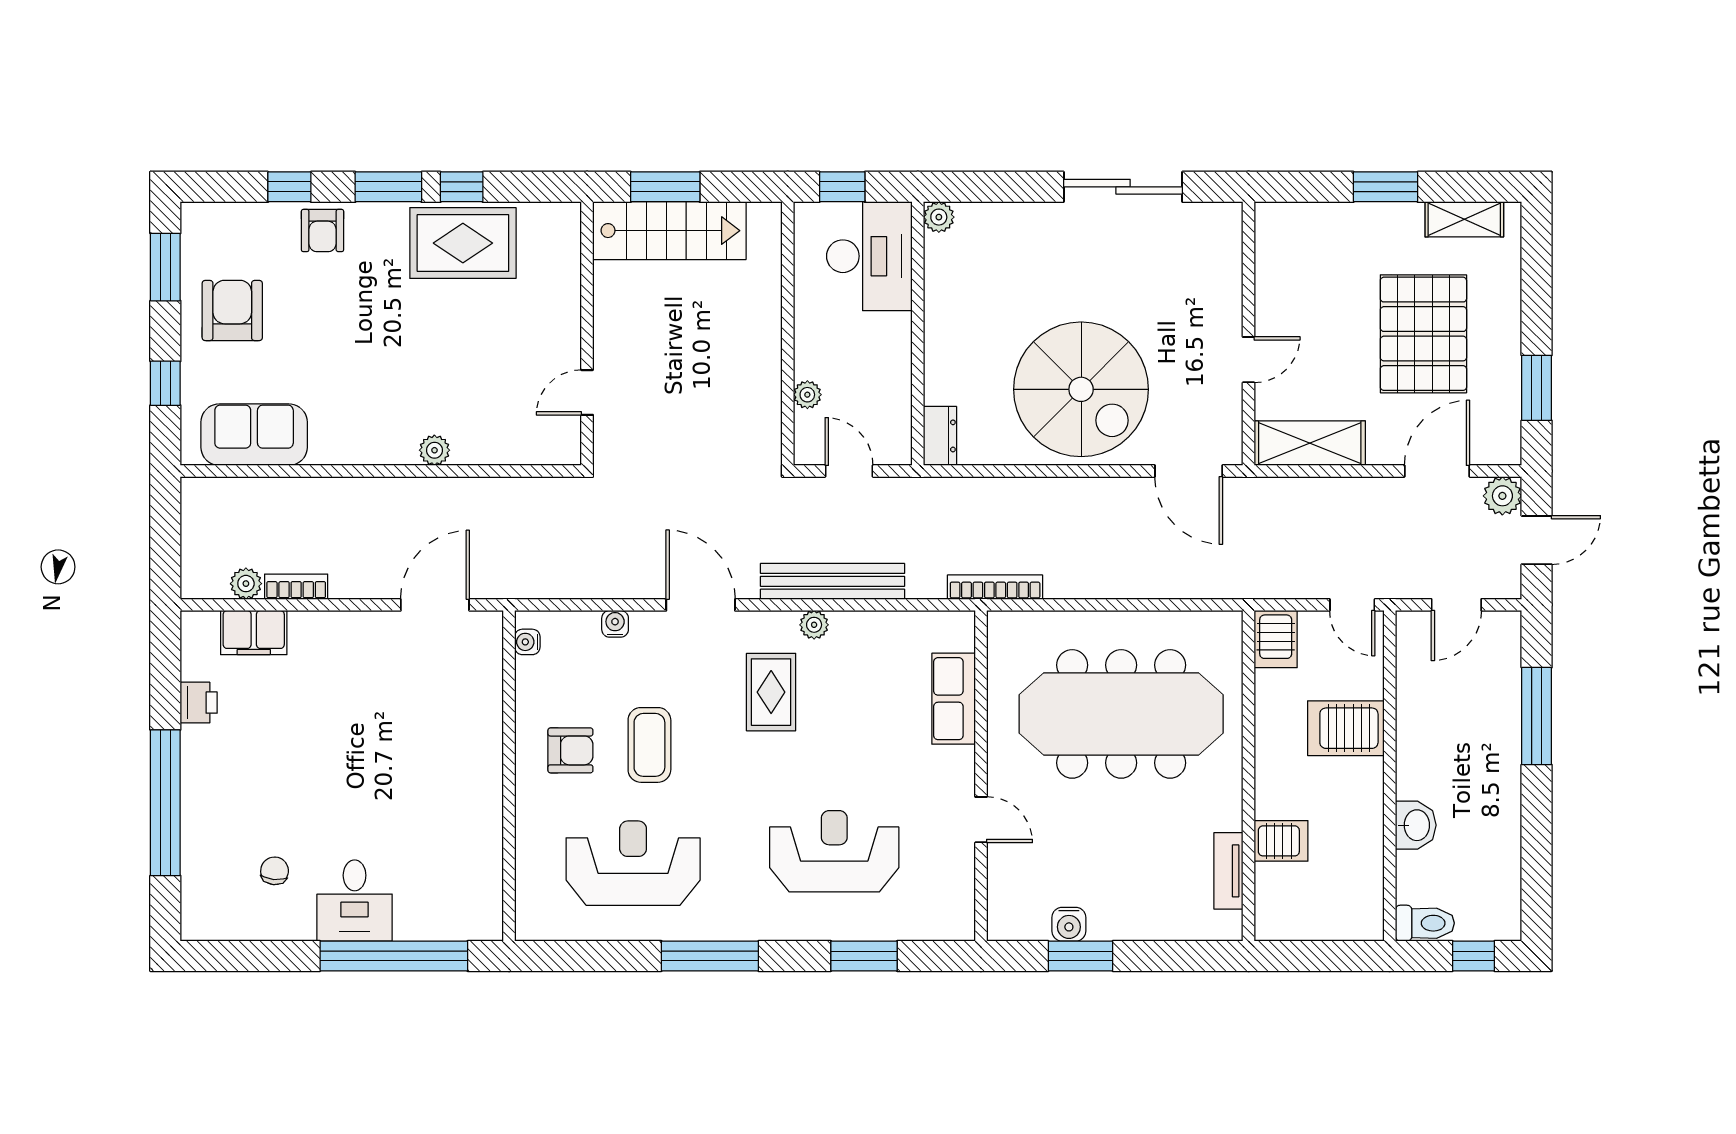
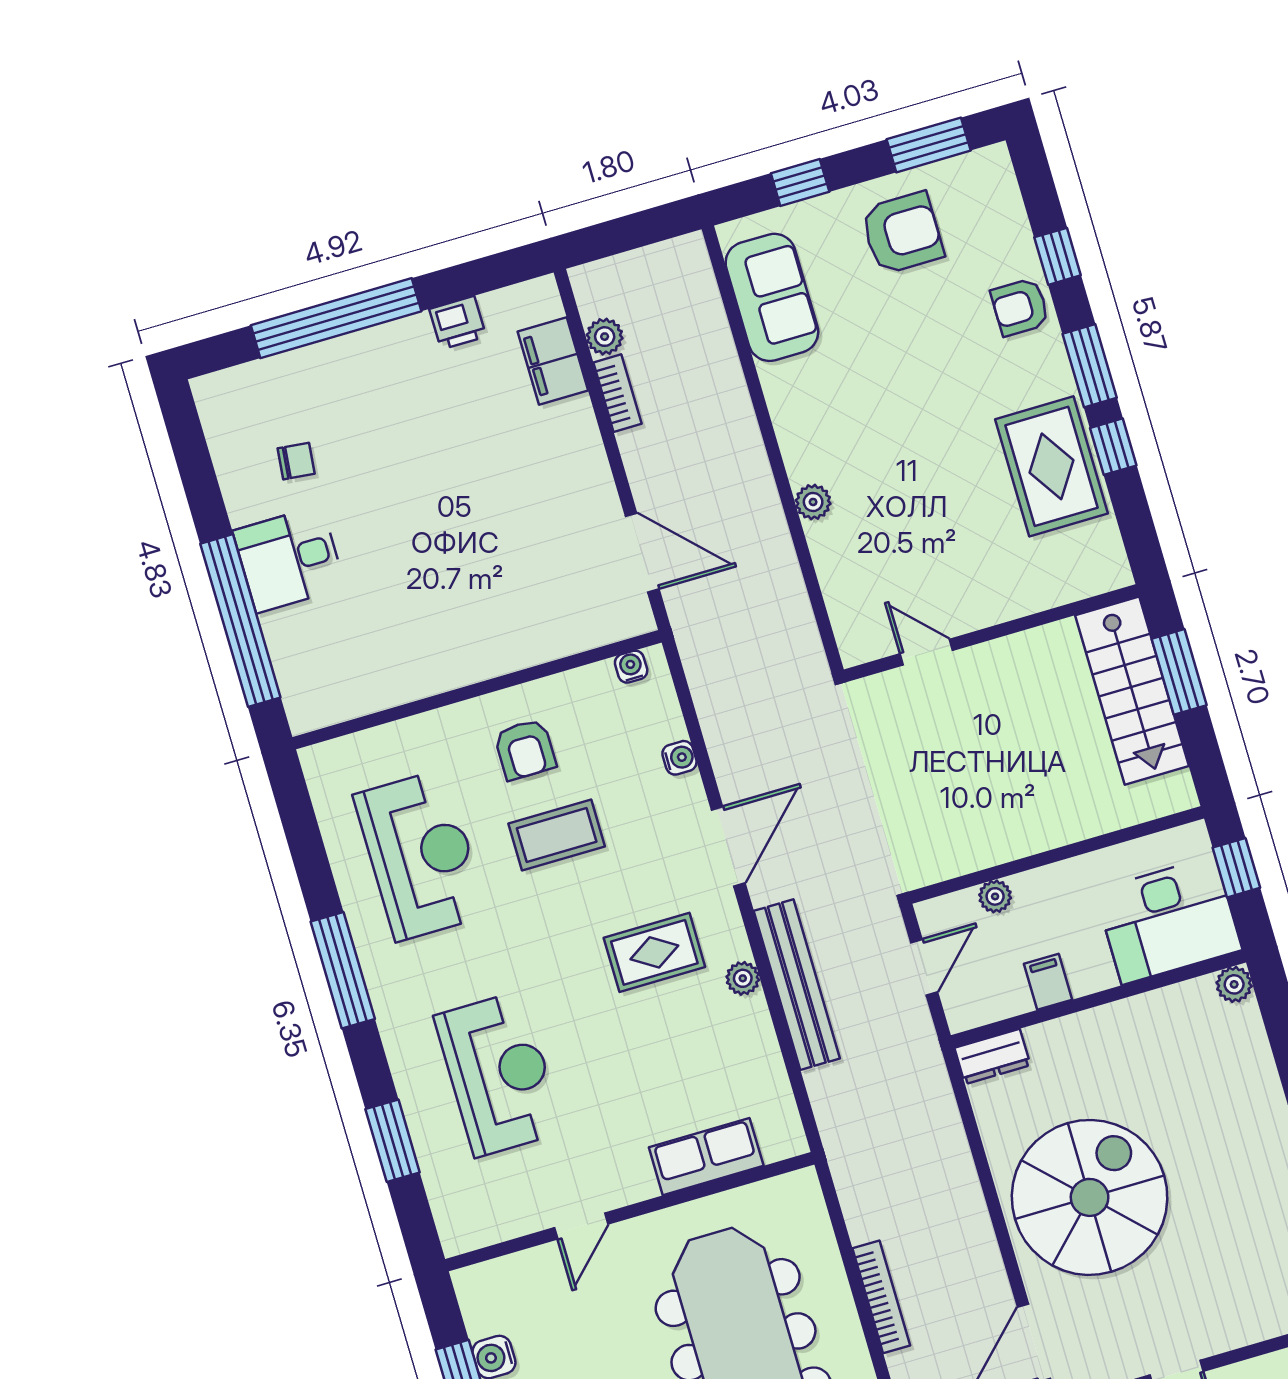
filing cabinet: (891, 371) -> (1048, 982), added
spiral stairs: (1081, 389) -> (1090, 1197), turned 180
bookcase: (995, 587) -> (881, 1297), moved

